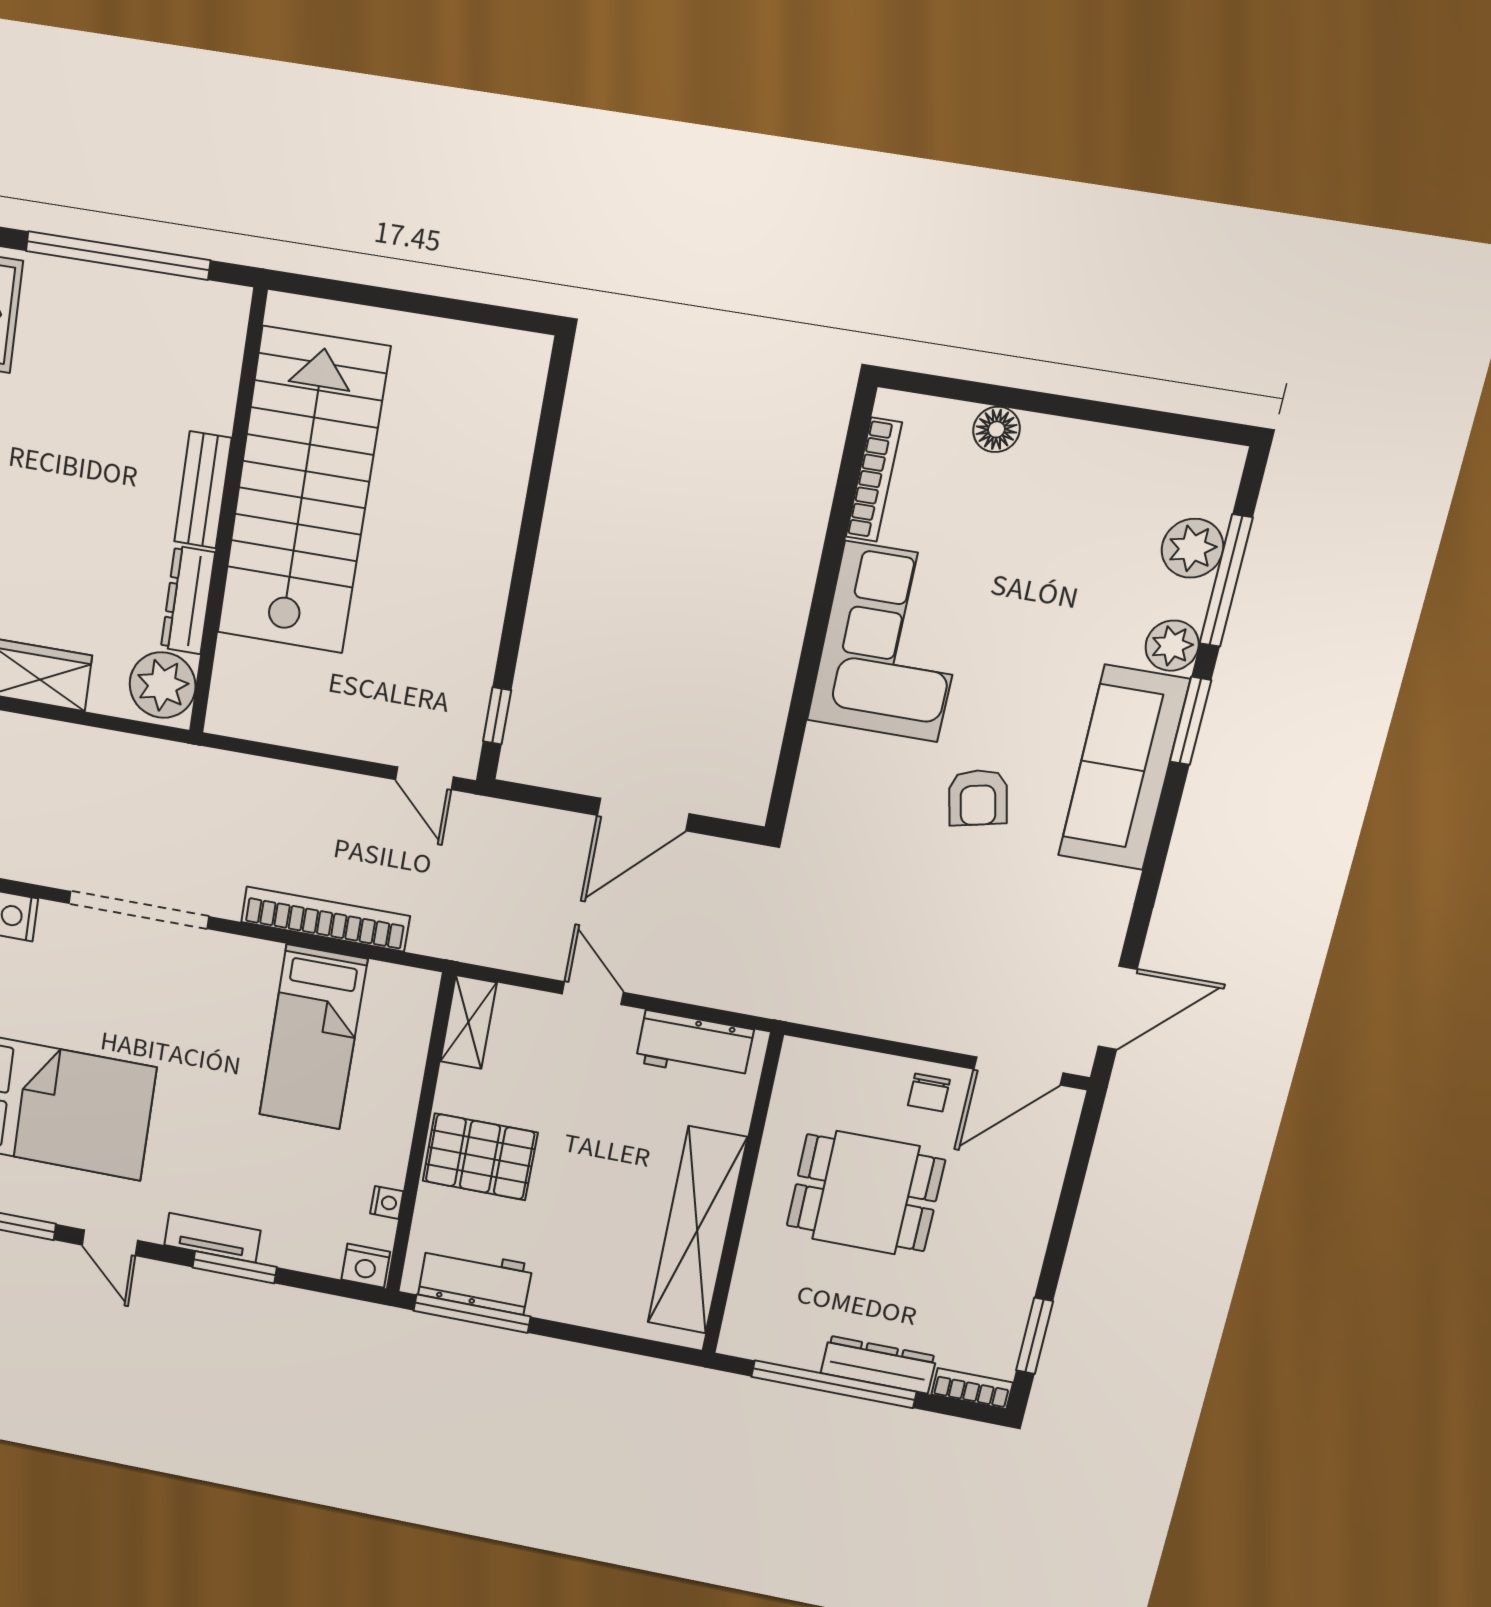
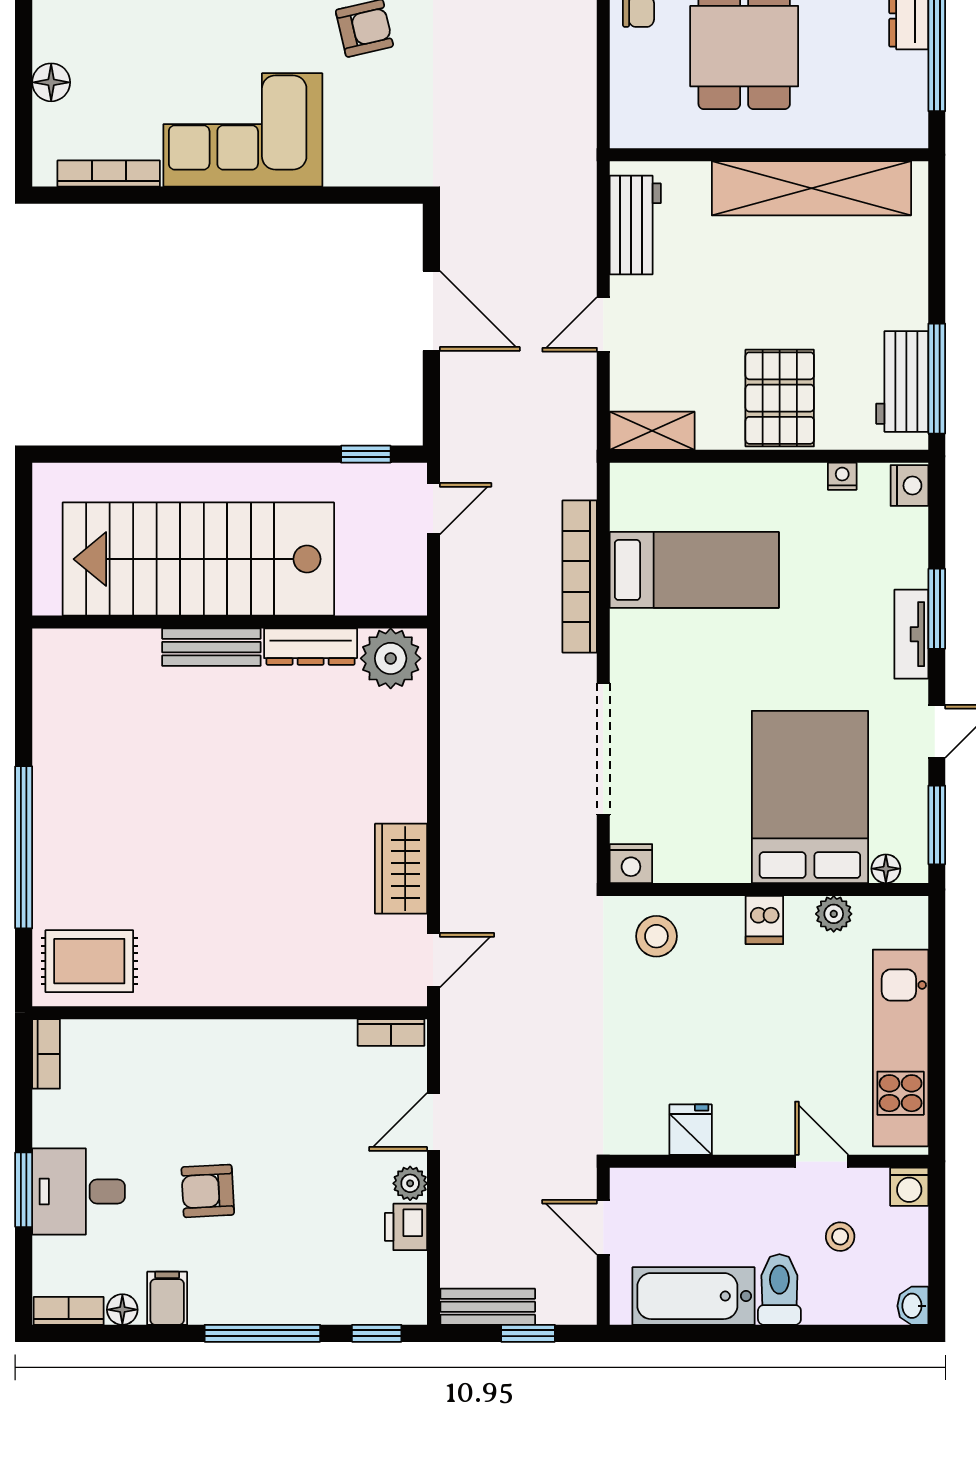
bench: (203, 490) -> (211, 647), moved
stairs: (303, 492) -> (198, 559), moved
wall: (228, 515) -> (230, 622), moved
dresser: (188, 600) -> (311, 647), moved
plant: (163, 685) -> (391, 658), moved

